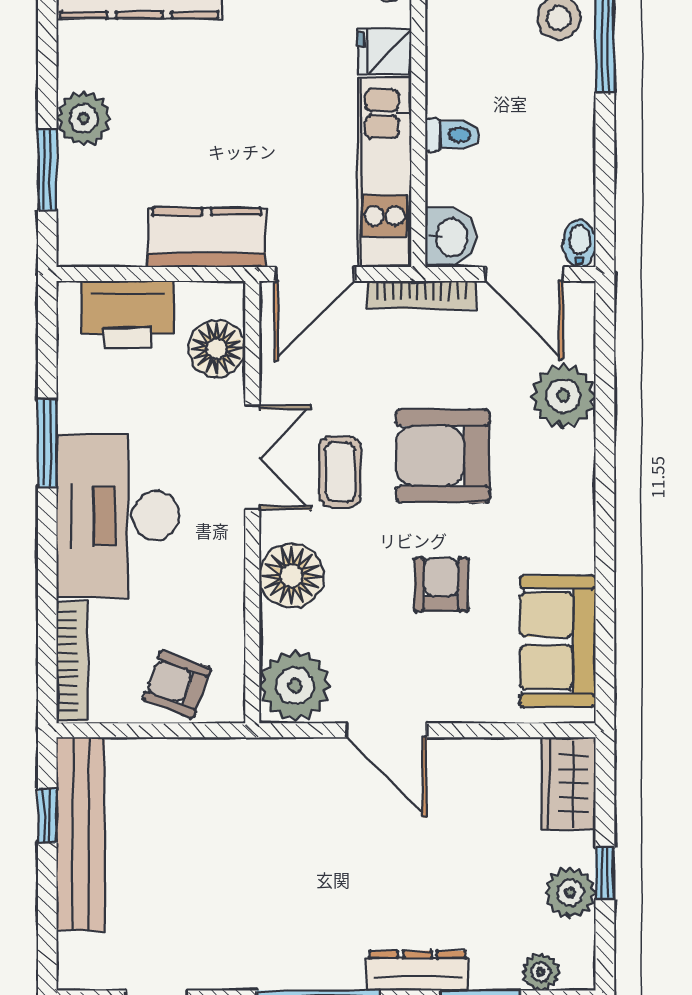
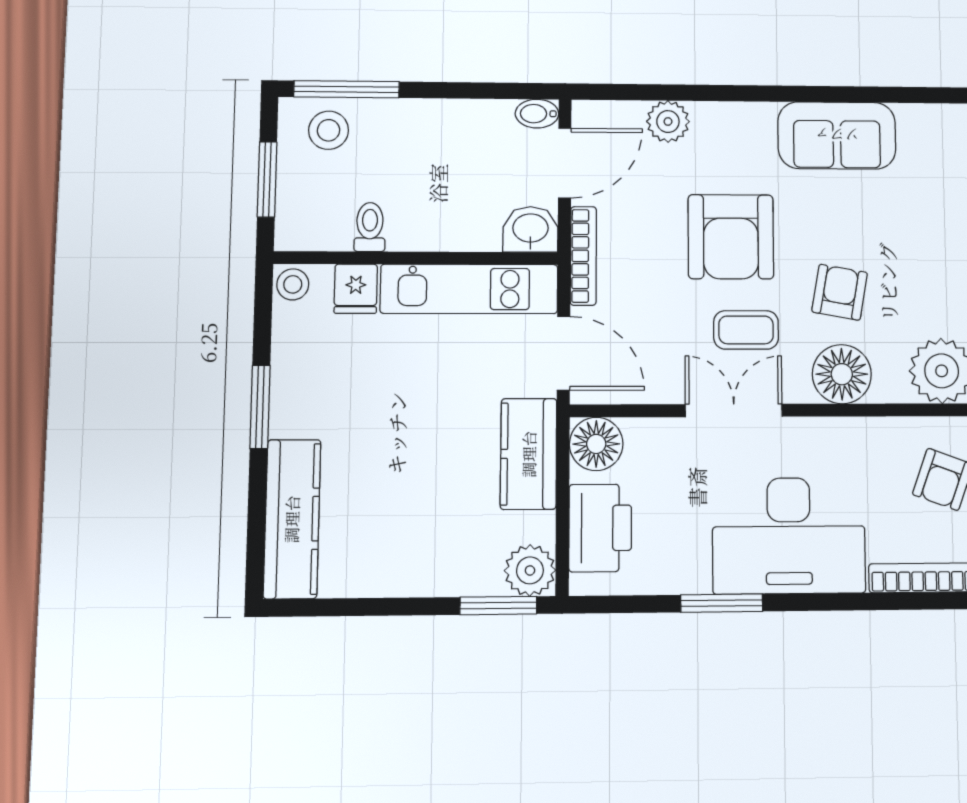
plant: (84, 118) -> (530, 570), moved
toilet: (452, 135) -> (370, 227), moved
window: (47, 170) -> (498, 606), moved
floor lamp: (217, 349) -> (596, 444), moved
plant: (563, 396) -> (668, 122), width x0.73, depth x0.73
armchair: (441, 584) -> (840, 292), moved, turned 100
sofa: (558, 641) -> (837, 135), moved

